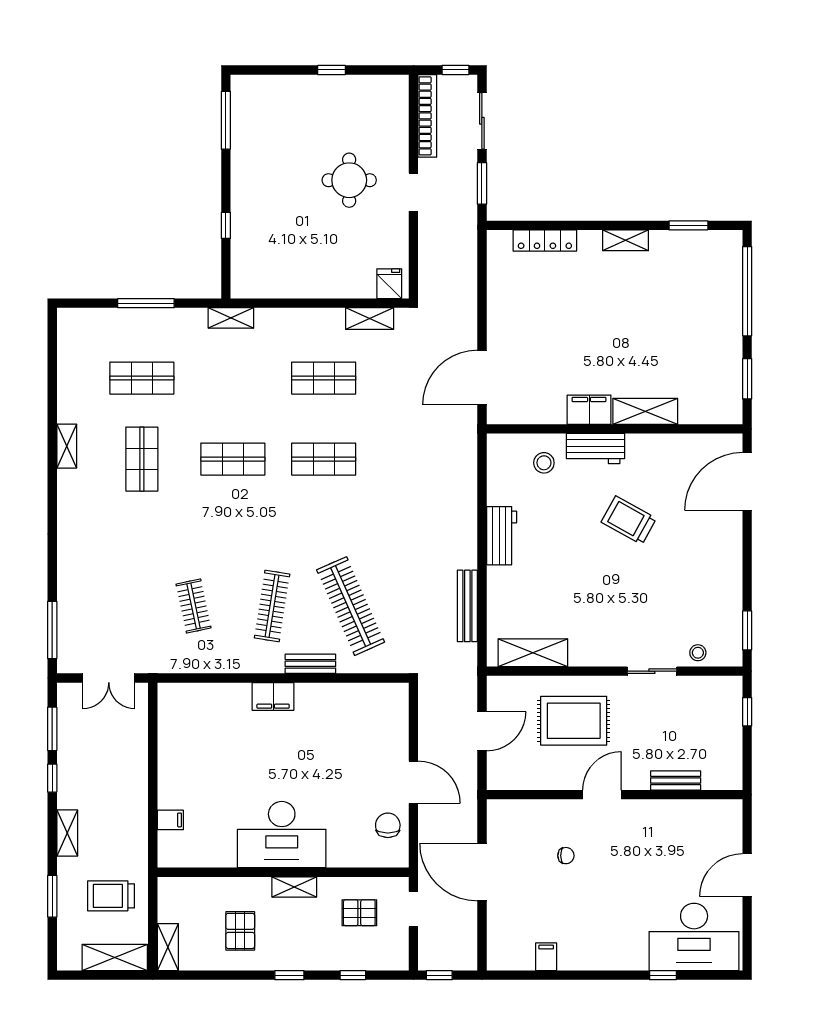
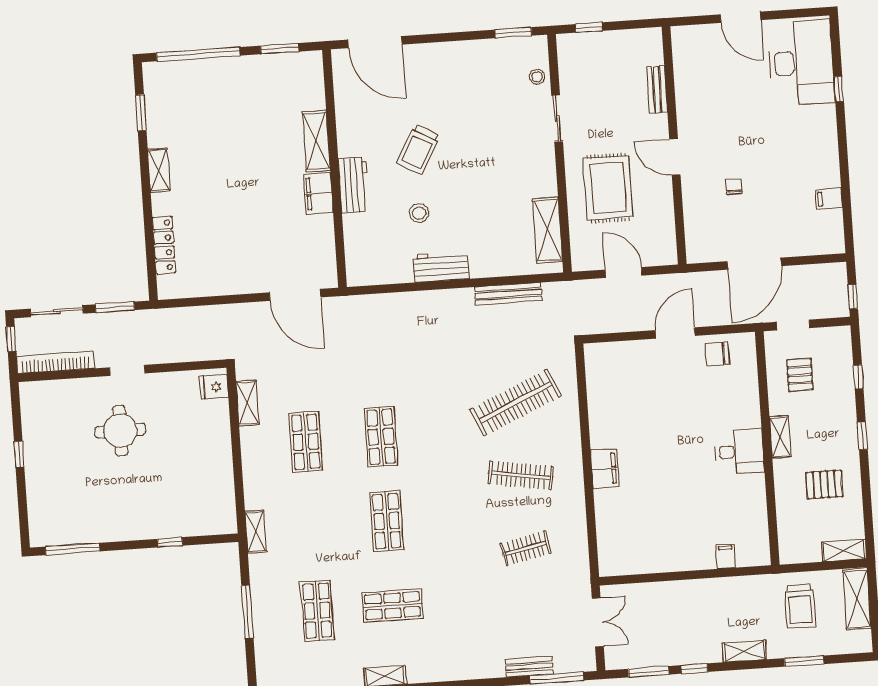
stool: (544, 463) -> (419, 213), moved
bench: (310, 664) -> (529, 667), moved, turned 90
desk: (282, 835) -> (739, 451), width x0.53, depth x0.77

